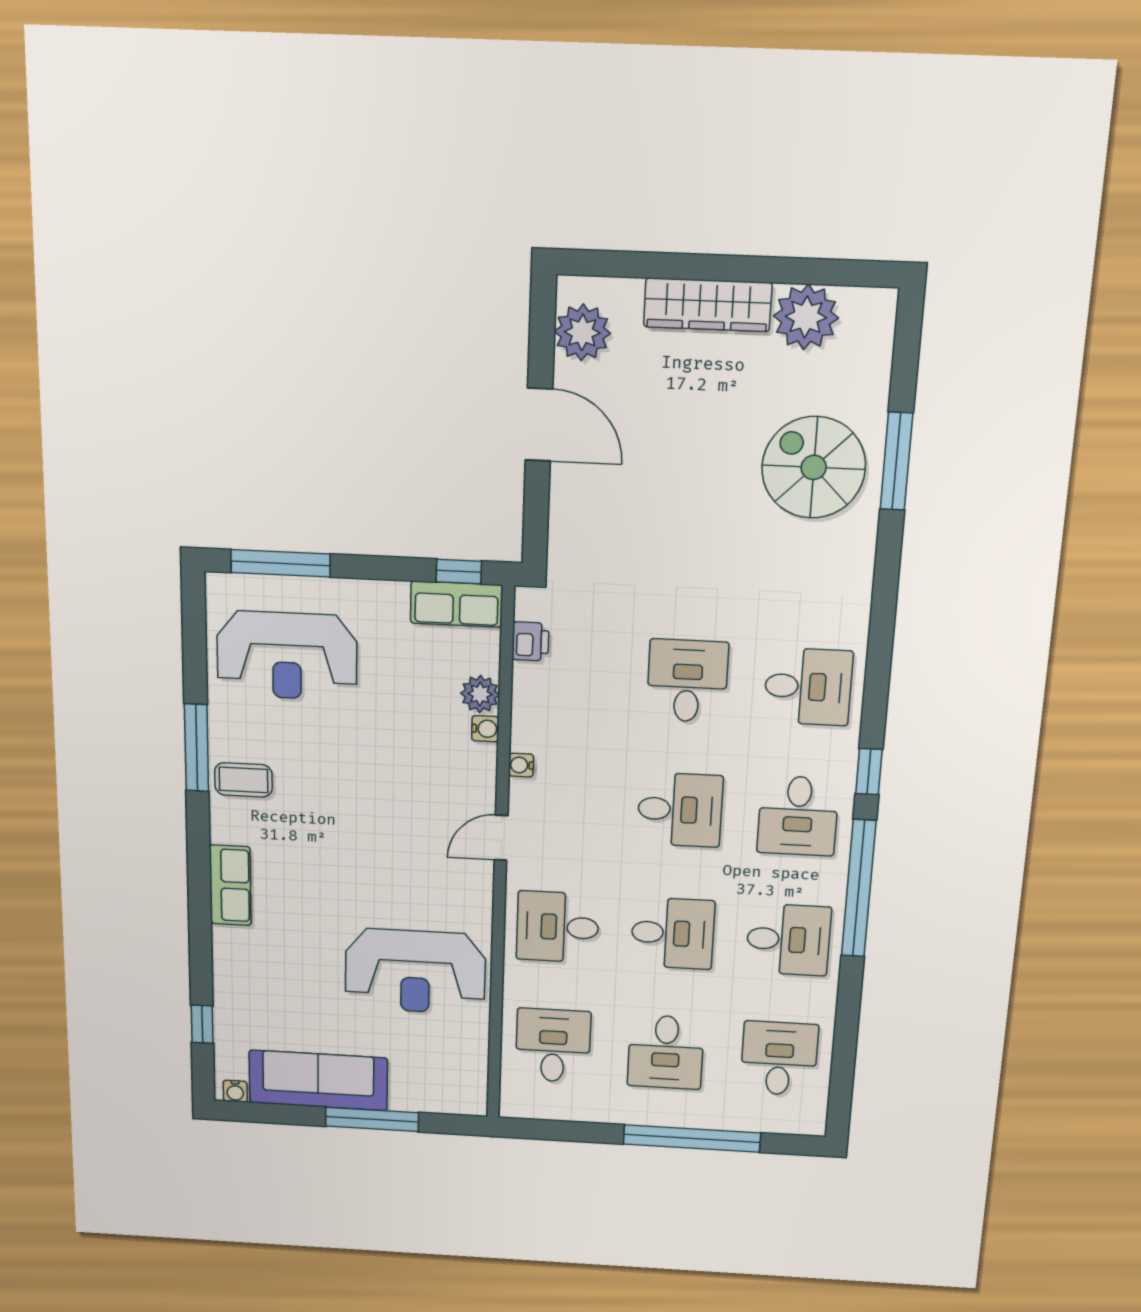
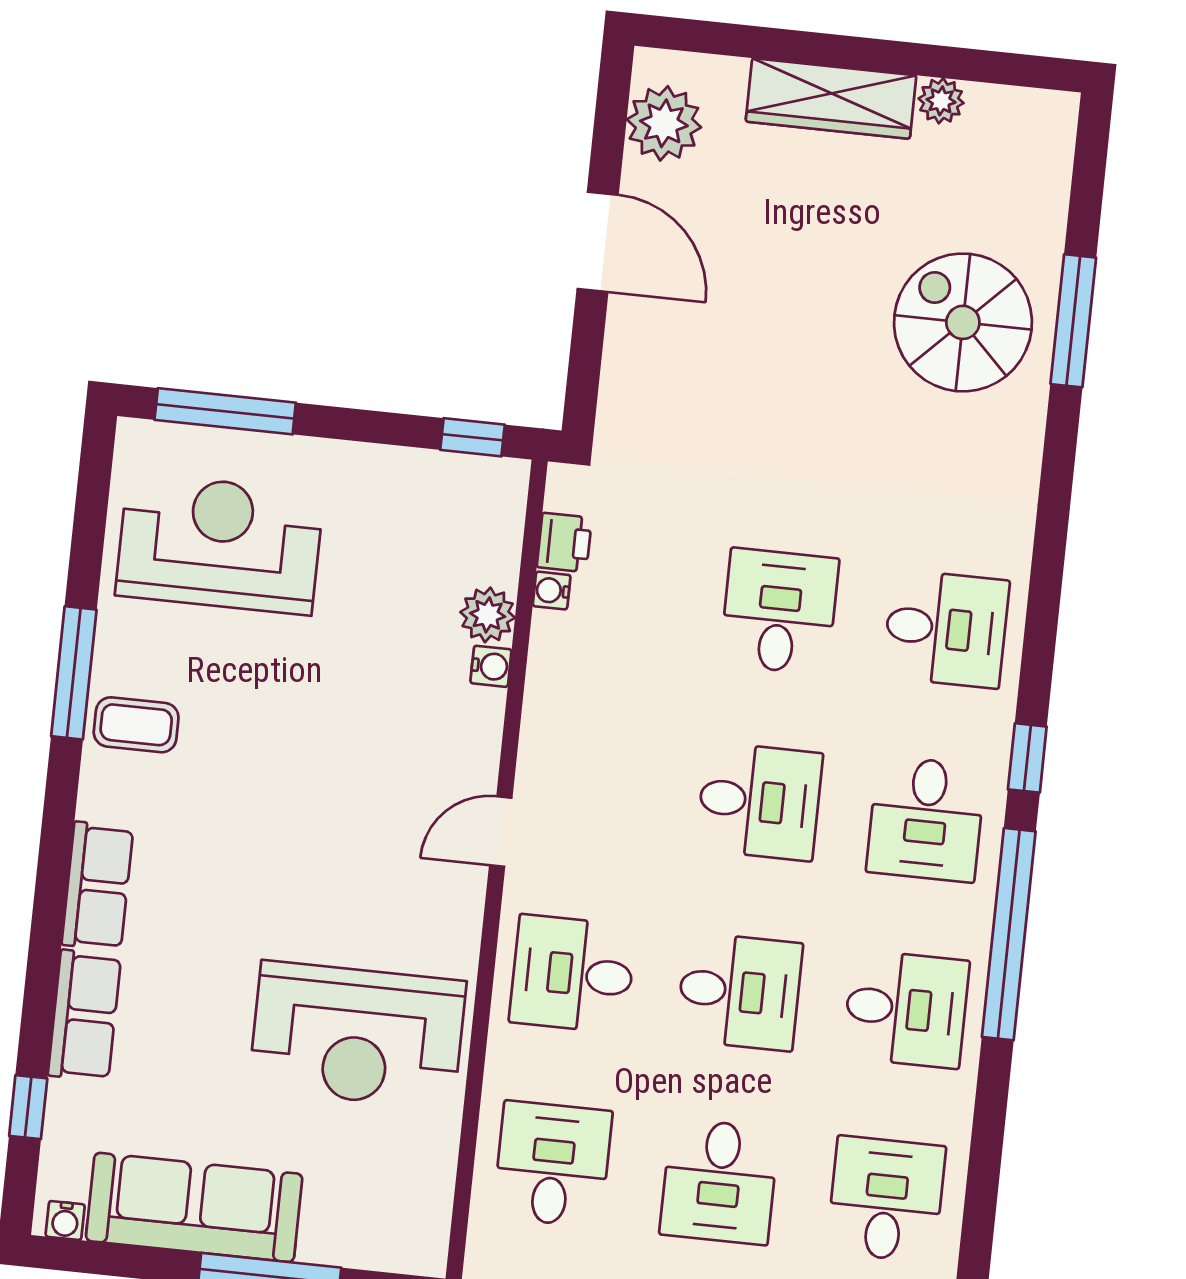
plant: (806, 317) -> (941, 101), width x0.53, depth x0.53
row of seats: (456, 604) -> (84, 1016), moved, turned -90
reception desk: (287, 655) -> (220, 544), turned 180
water cooler: (521, 765) -> (552, 591), moved

